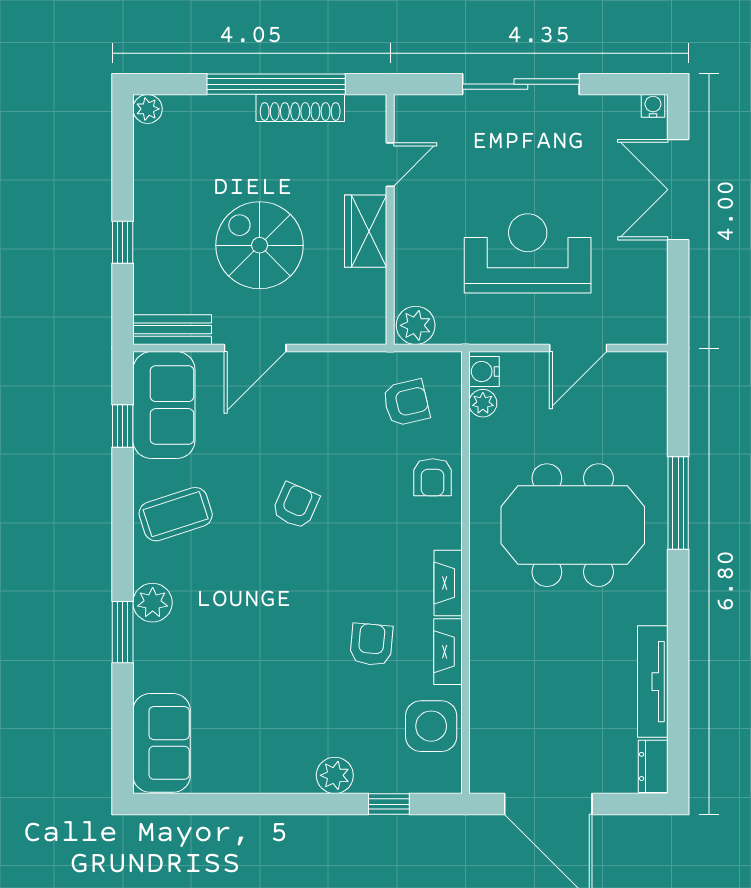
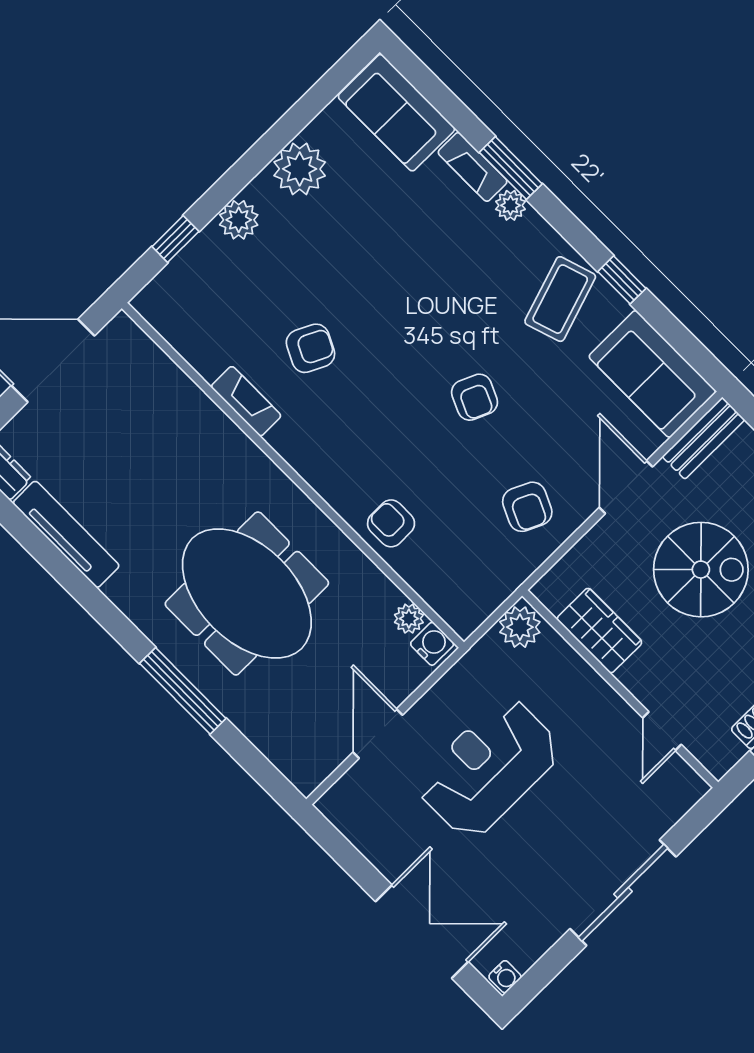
wardrobe: (366, 231) -> (599, 631), moved
reception desk: (528, 253) -> (489, 768), turned 180
armchair: (406, 403) -> (527, 507), moved, turned -52
window: (123, 426) -> (622, 280), moved
meeting table: (573, 525) -> (247, 593), turned 90
fireplace: (448, 583) -> (473, 167), moved, turned 180
plant: (153, 603) -> (510, 205), width x0.73, depth x0.73
armchair: (371, 644) -> (310, 348), turned -69
side table: (431, 726) -> (202, 331), removed
plant: (262, 769) -> (300, 169), added

